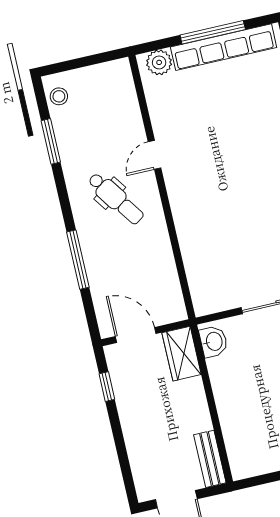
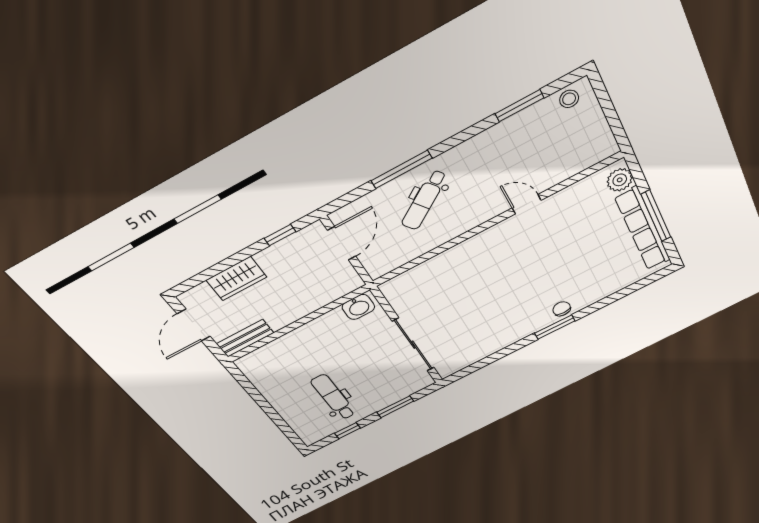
dental chair: (116, 199) -> (424, 200), moved
wardrobe: (182, 354) -> (236, 279), moved, turned 180

